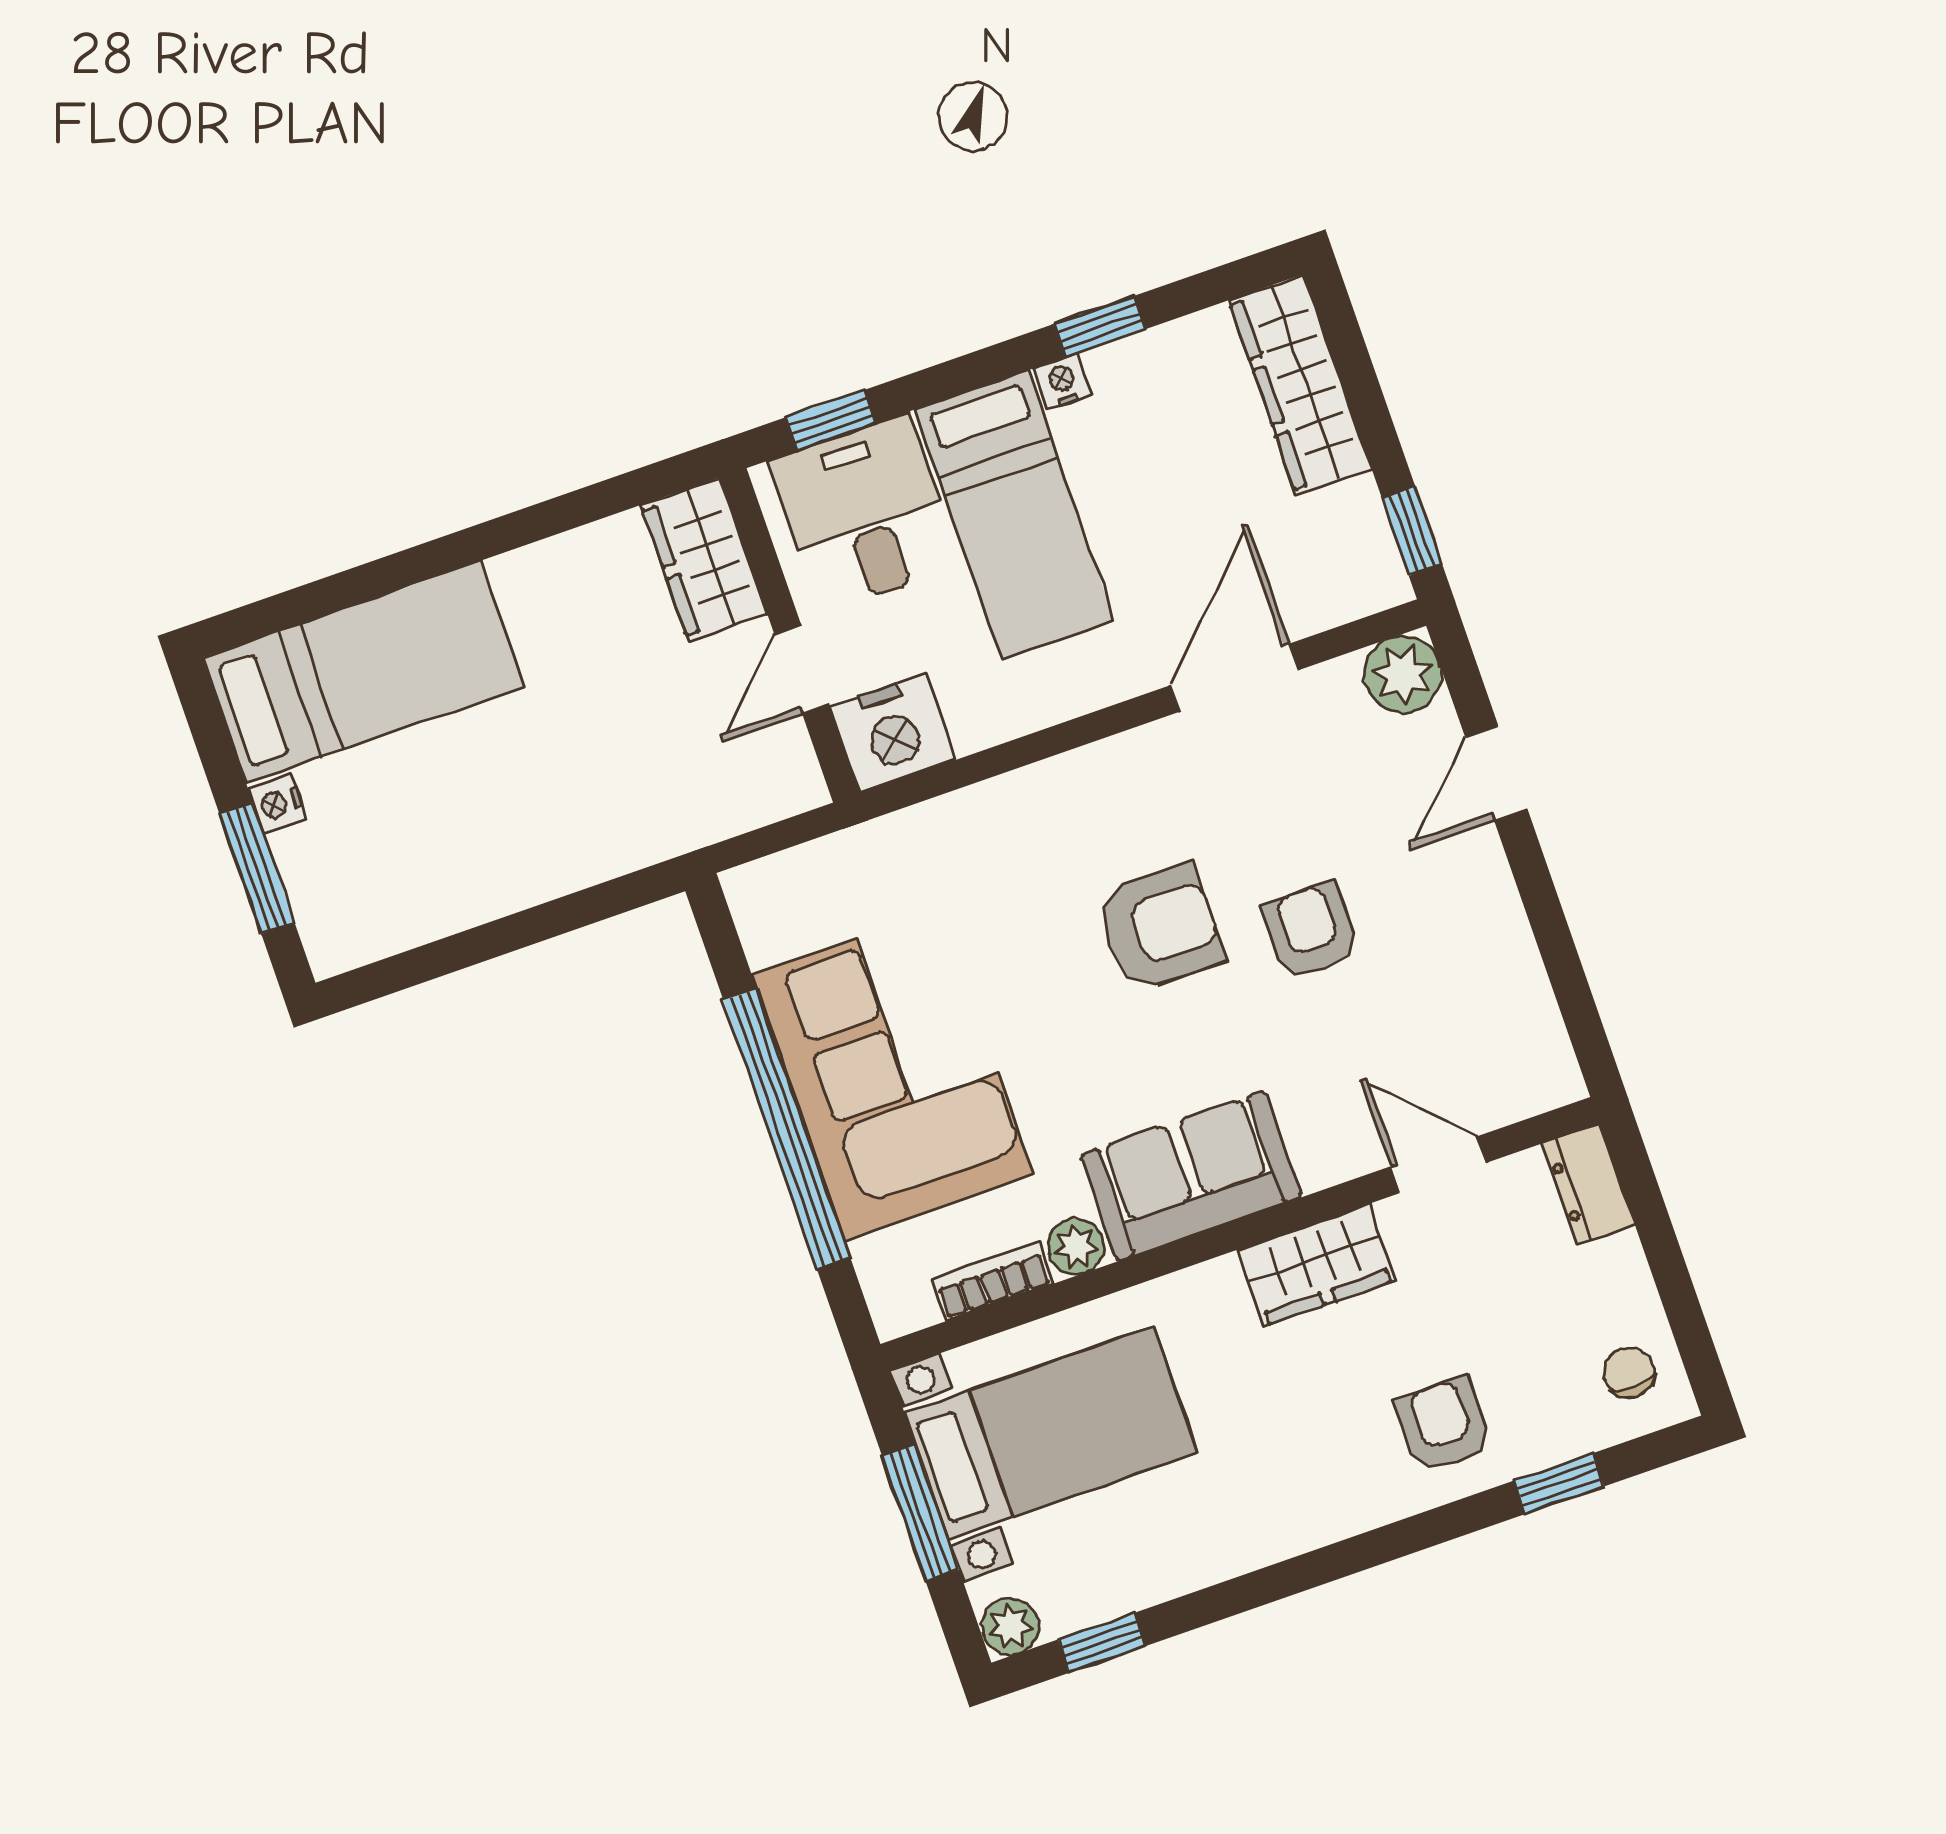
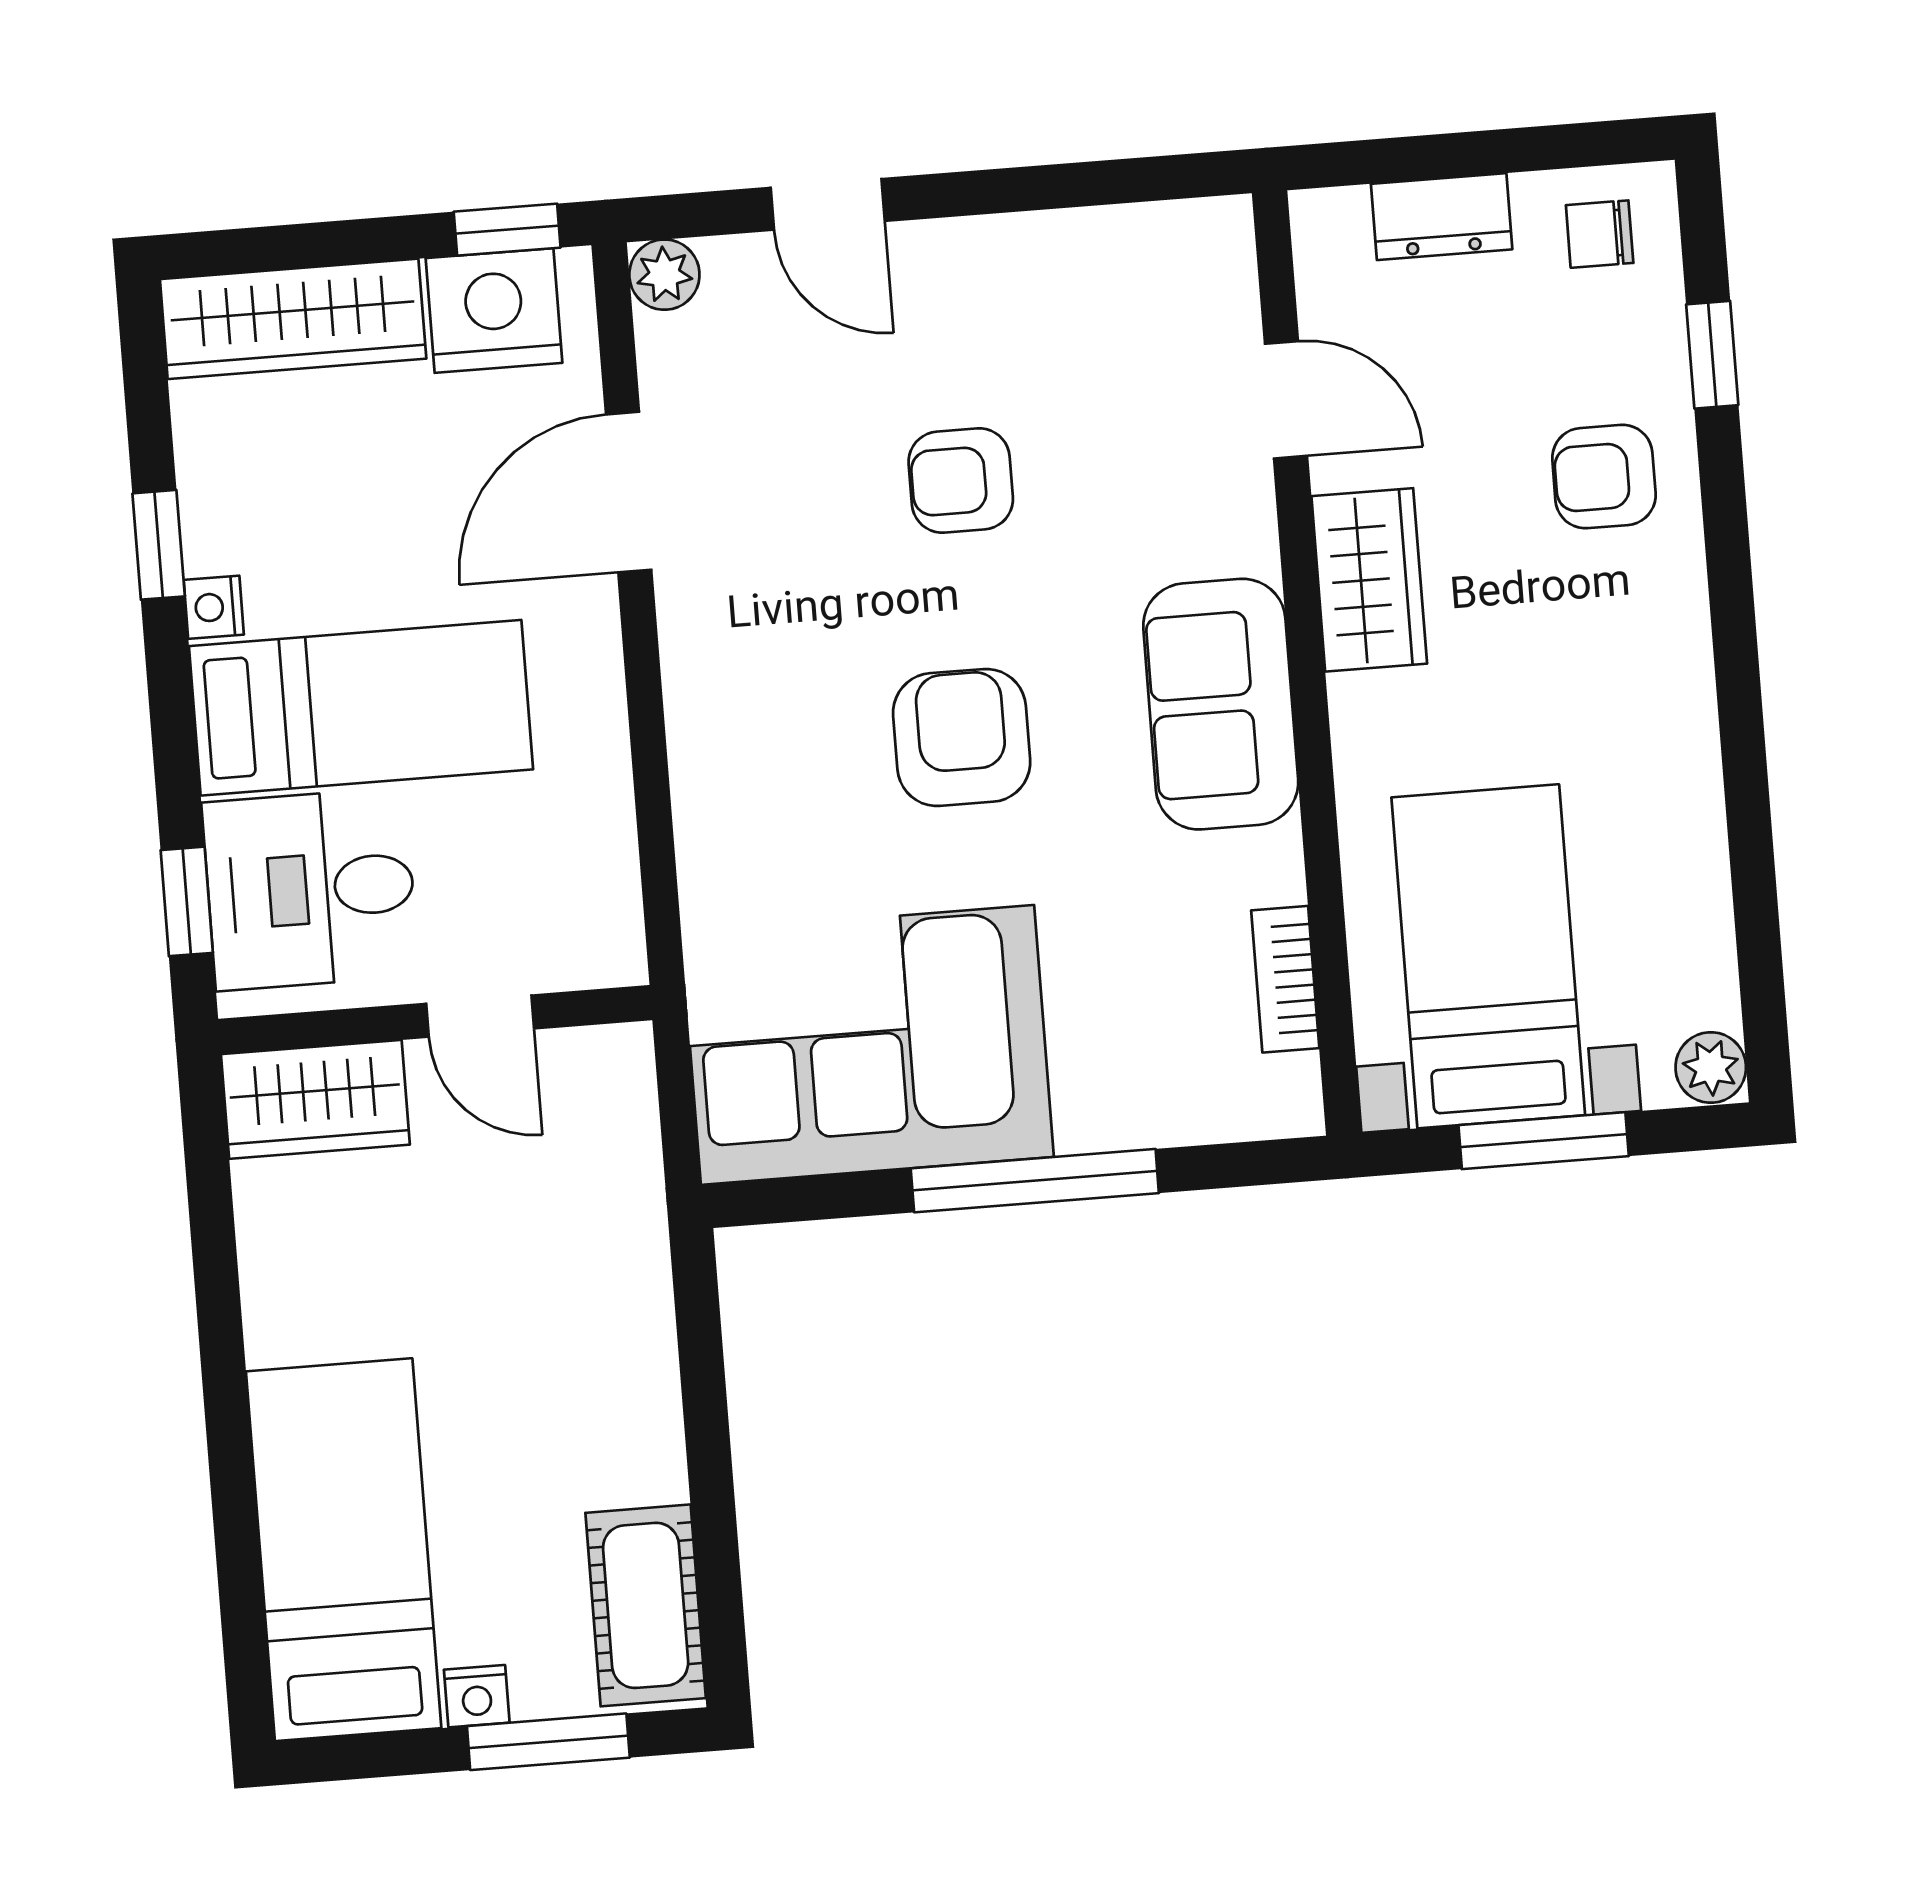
plant: (1403, 675) -> (664, 275), width x0.73, depth x0.73
door: (1235, 678) -> (629, 492), hinge flipped
nightstand: (893, 733) -> (494, 311), moved, turned -90
cot: (381, 915) -> (646, 1605), added
armchair: (1160, 928) -> (962, 737), moved
corner sofa: (893, 1075) -> (867, 1045), moved
window: (787, 1129) -> (1035, 1181), width x0.68
door: (1438, 1165) -> (1286, 400), swing flipped
dresser: (1589, 1184) -> (1442, 217), moved
plant: (1076, 1246) -> (1270, 866), removed
window: (1102, 1643) -> (1760, 961), removed

